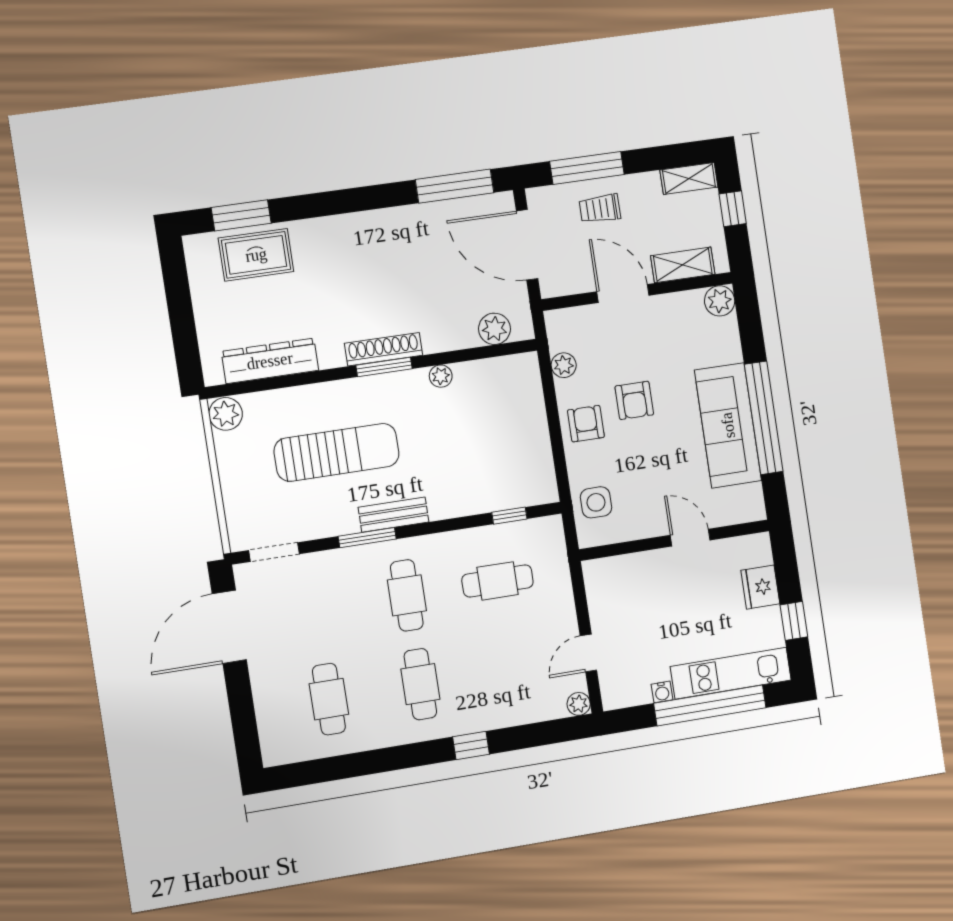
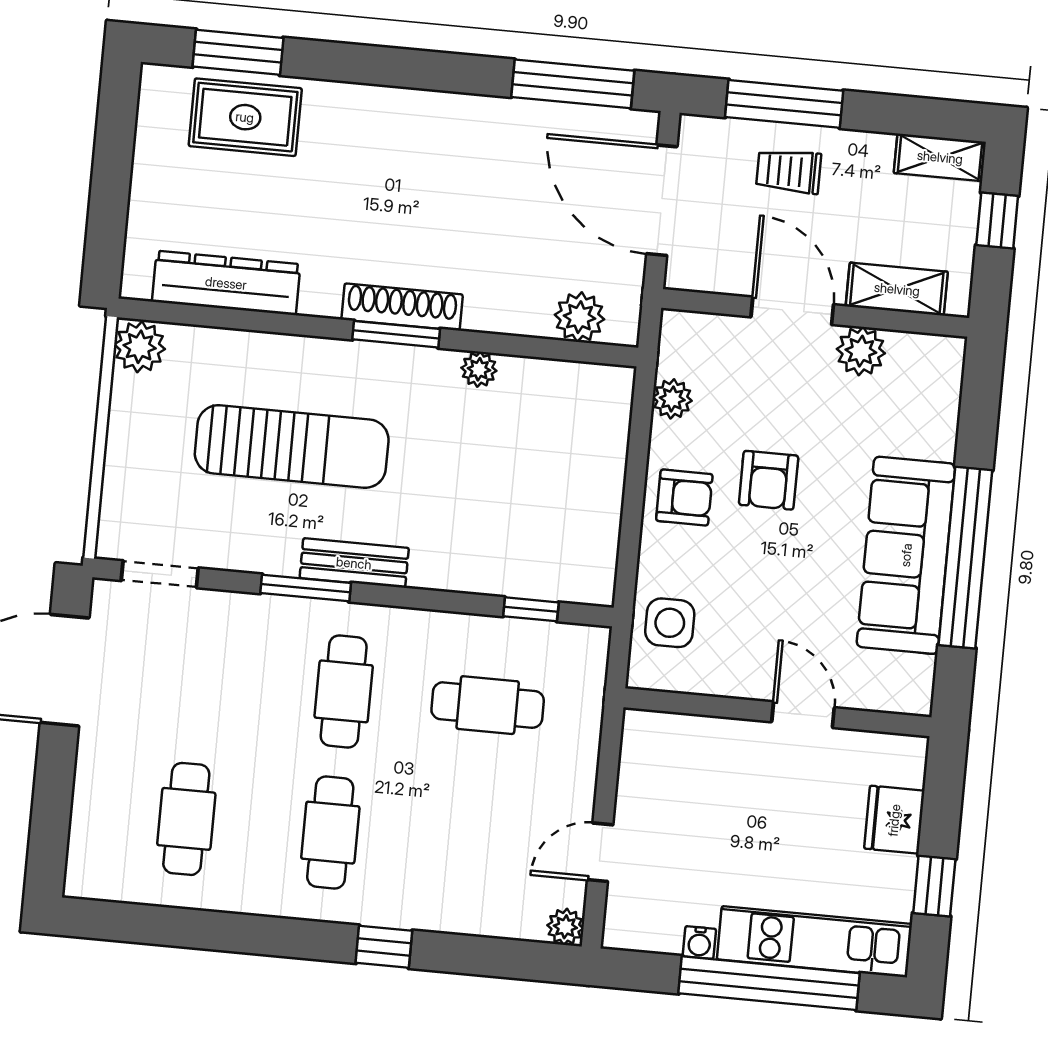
plant: (720, 301) -> (861, 351), moved
armchair: (586, 424) -> (684, 497), turned 90

